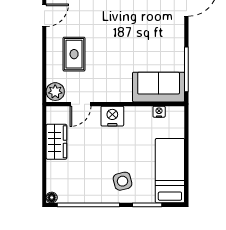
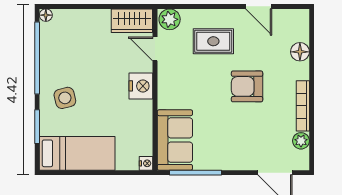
armchair: (113, 25) -> (247, 86), added
nightstand: (159, 112) -> (146, 163), moved
wardrobe: (56, 142) -> (132, 21), moved

